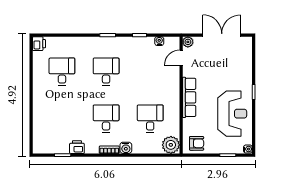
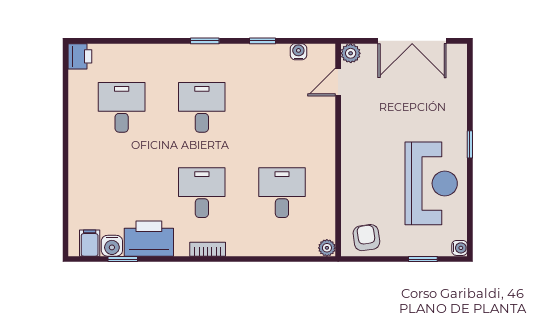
double door: (222, 35) -> (412, 41), swing flipped
row of seats: (189, 97) -> (353, 154), removed
armchair: (197, 143) -> (366, 238), turned -98
plant: (171, 145) -> (327, 248), width x0.53, depth x0.53
filing cabinet: (44, 146) -> (90, 243), added
printer: (77, 147) -> (149, 239), width x1.87, depth x1.48
water cooler: (126, 148) -> (112, 246), moved

